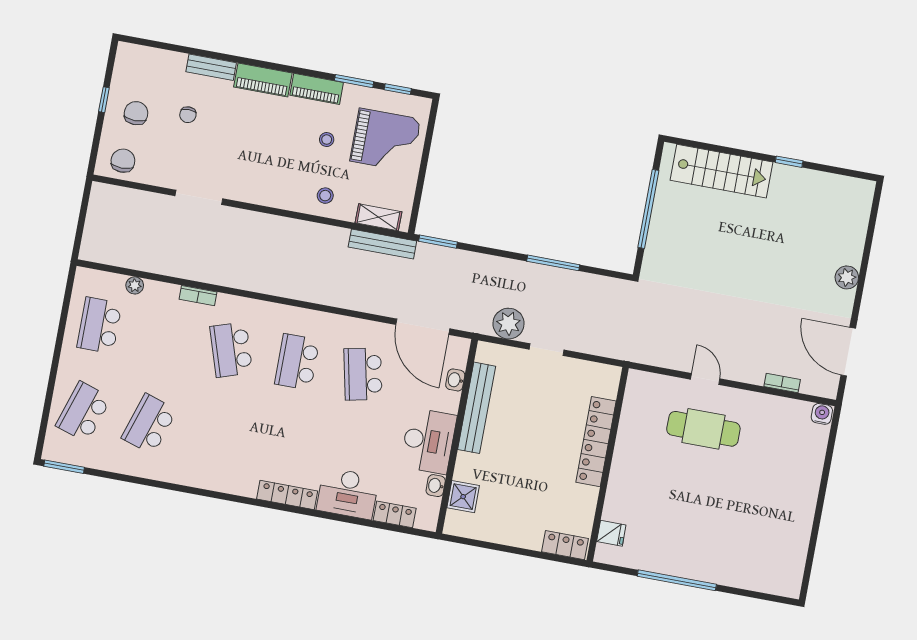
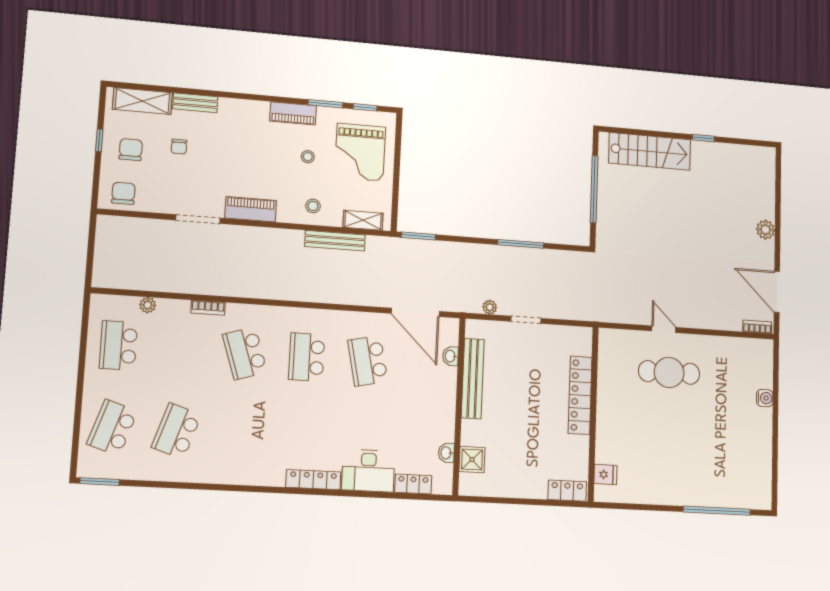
shelving: (155, 60) -> (142, 101), added
piano: (263, 80) -> (251, 209), moved, turned 180
grand piano: (385, 140) -> (360, 152), turned 90
bench: (382, 244) -> (335, 241), moved
plant: (509, 324) -> (490, 307), width x0.53, depth x0.53
bookcase: (782, 383) -> (757, 327), moved
water cooler: (822, 414) -> (765, 398), moved, turned 90
desk: (428, 441) -> (434, 413), removed
window: (677, 580) -> (717, 511), moved

